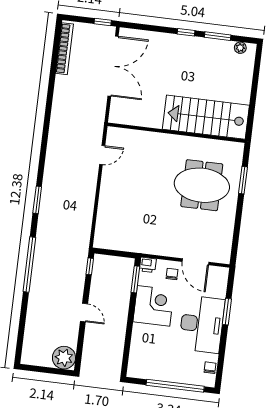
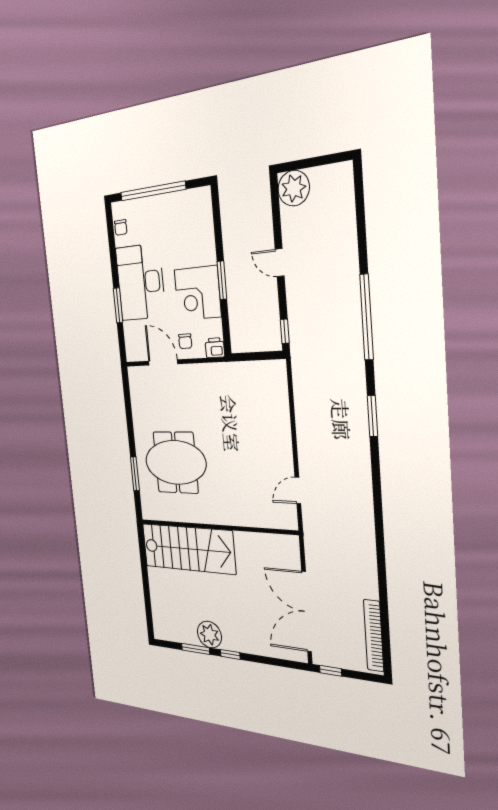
plant: (240, 48) -> (209, 635), moved, width x1.88, depth x1.88
window: (135, 279) -> (222, 280), moved

